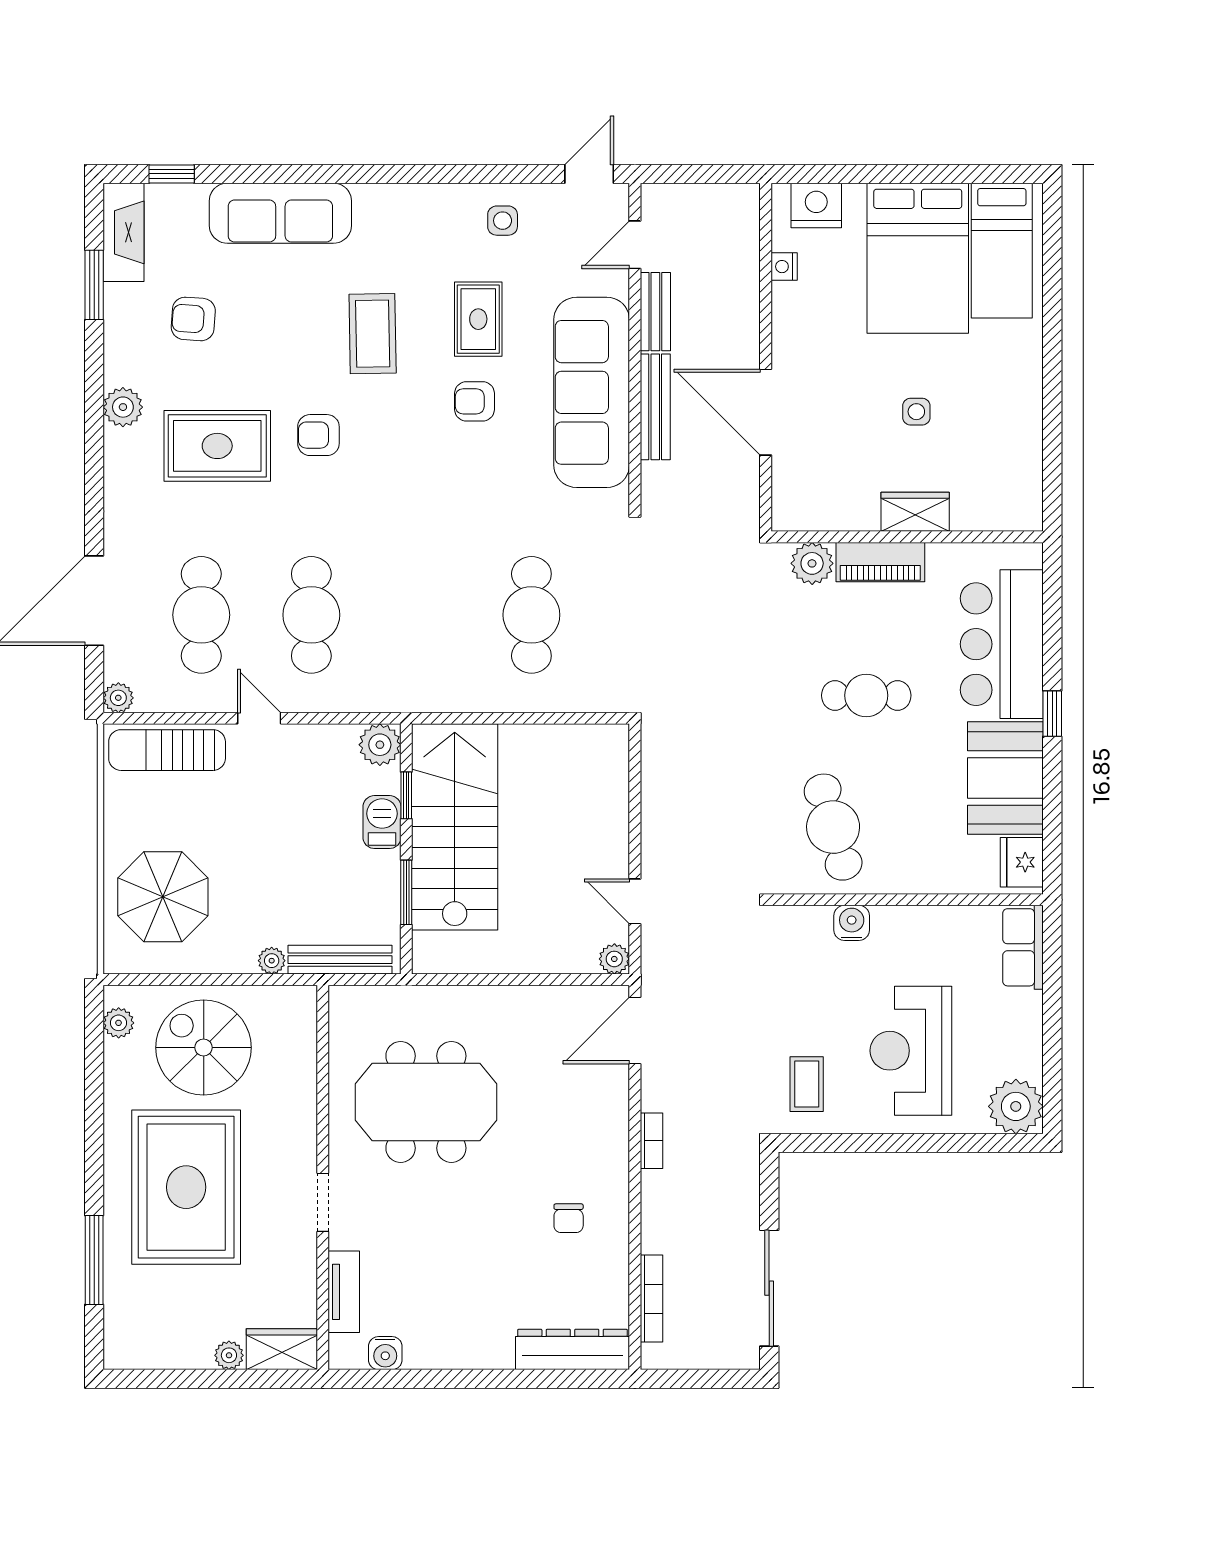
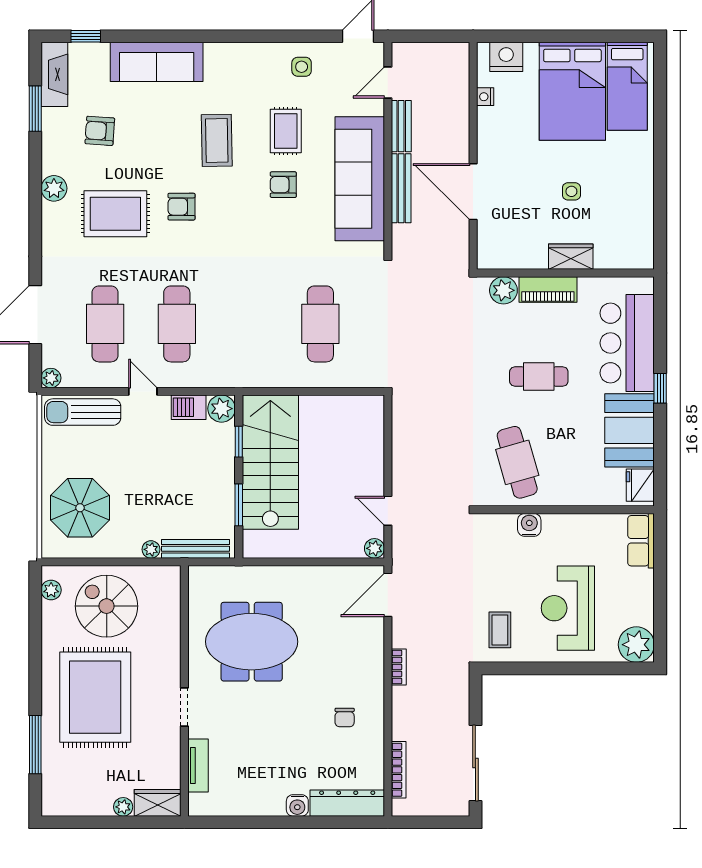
barbecue: (382, 822) -> (189, 407), moved, turned -90
water cooler: (385, 1353) -> (297, 805), moved

